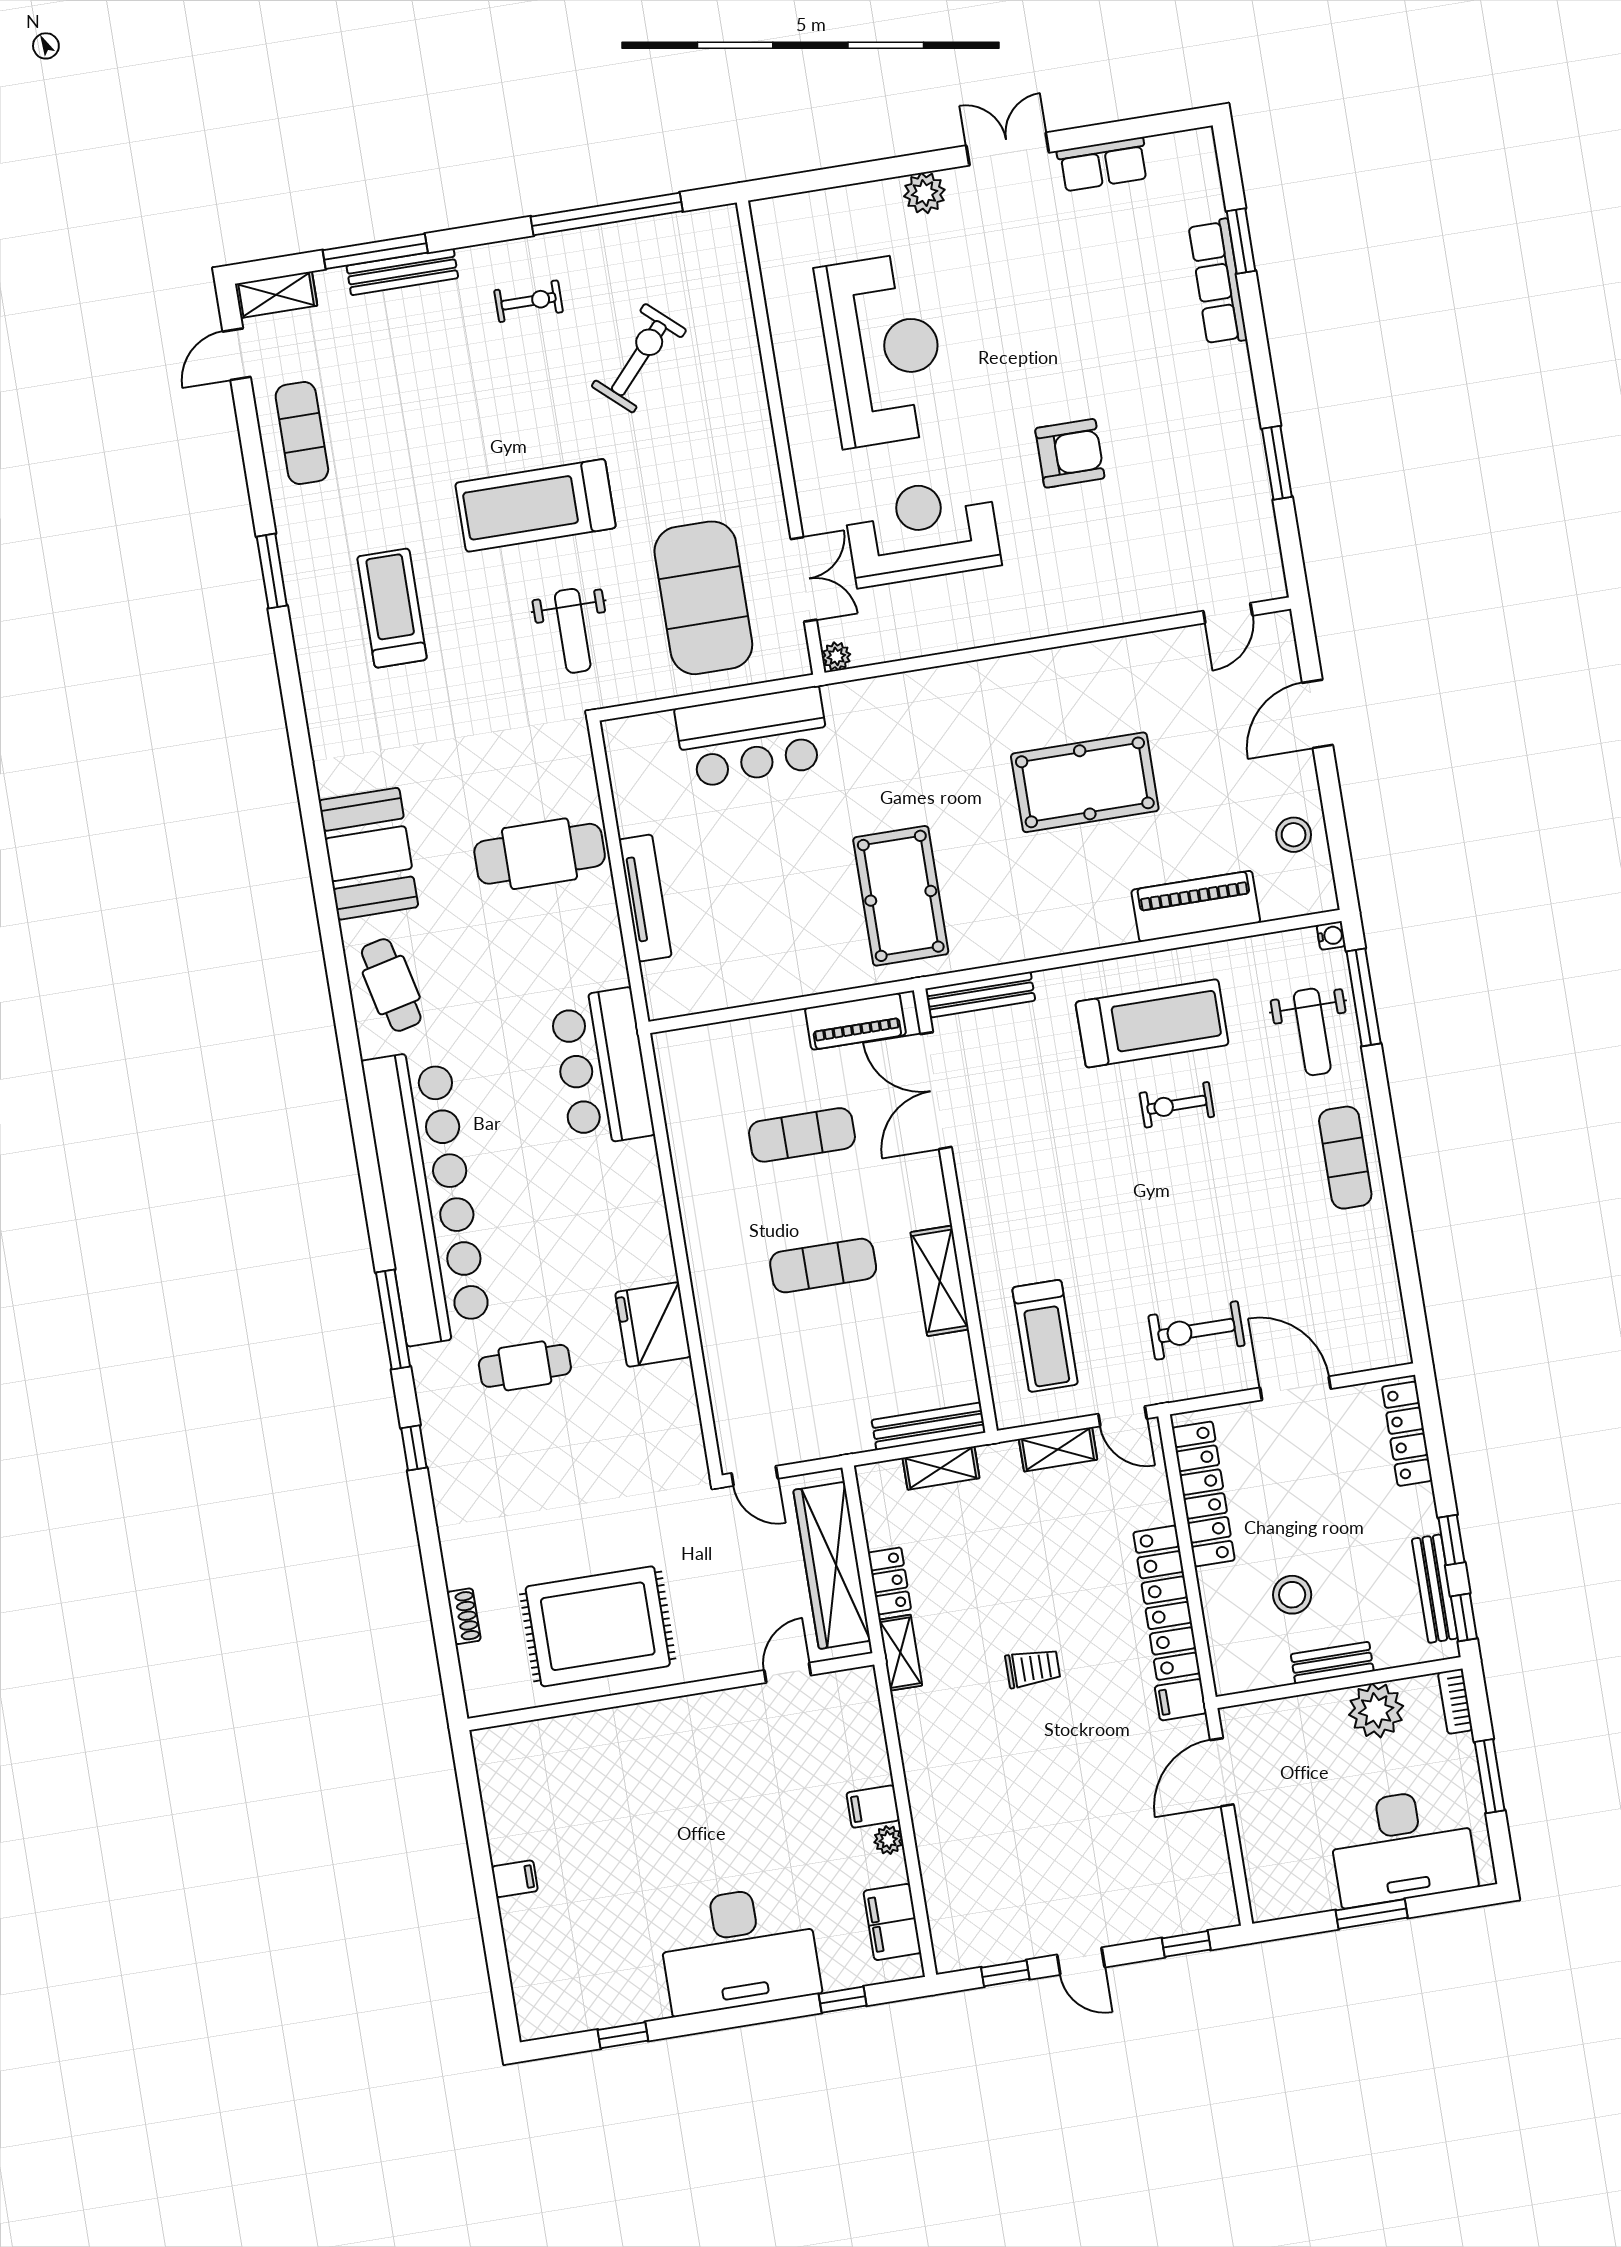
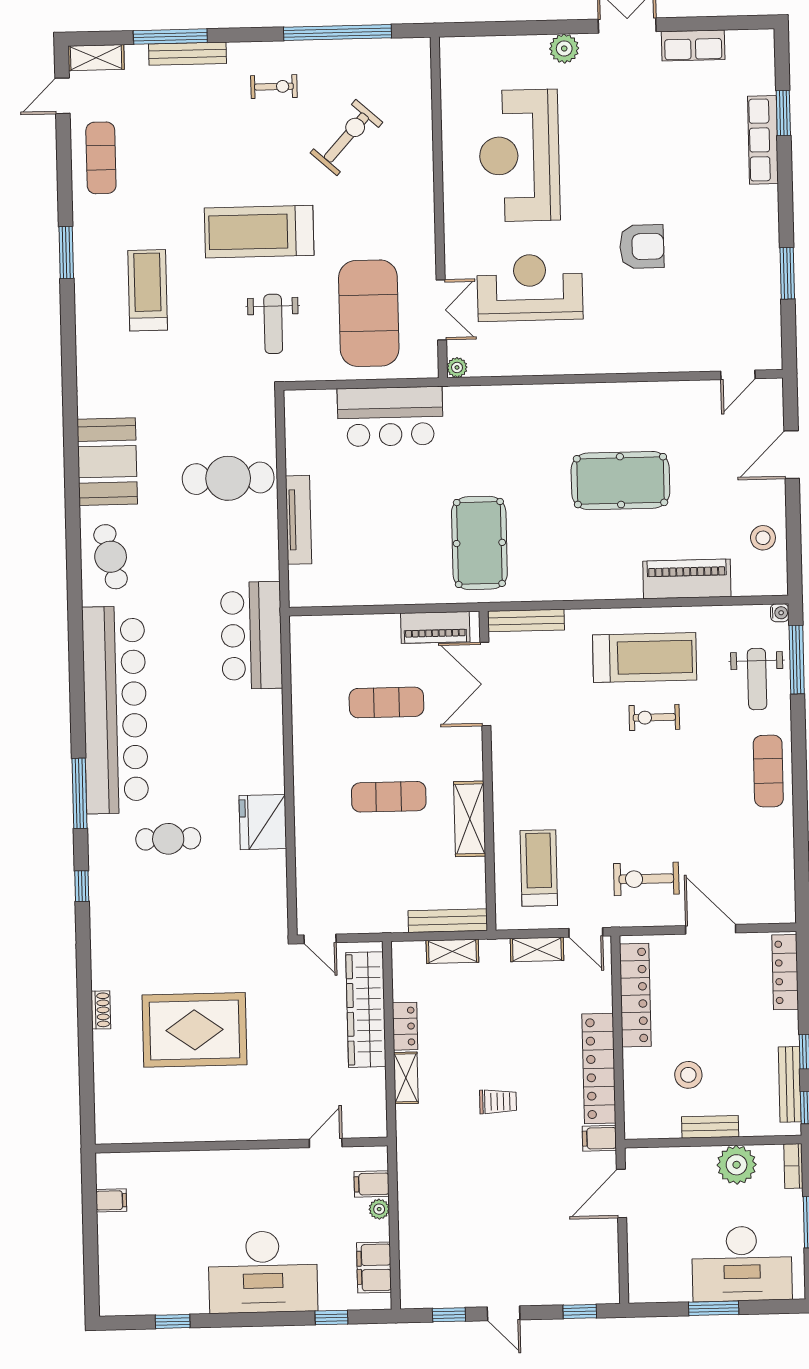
reception desk: (883, 350) -> (519, 155), turned 180
treadmill: (1045, 1336) -> (539, 868), turned 180
door: (788, 1673) -> (326, 1143), moved
wall: (671, 1692) -> (241, 1145), moved

